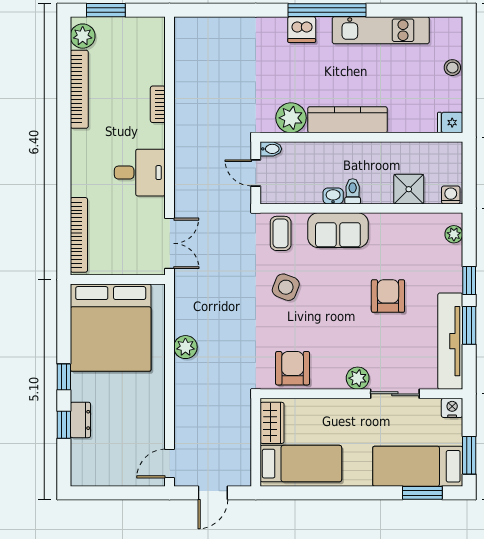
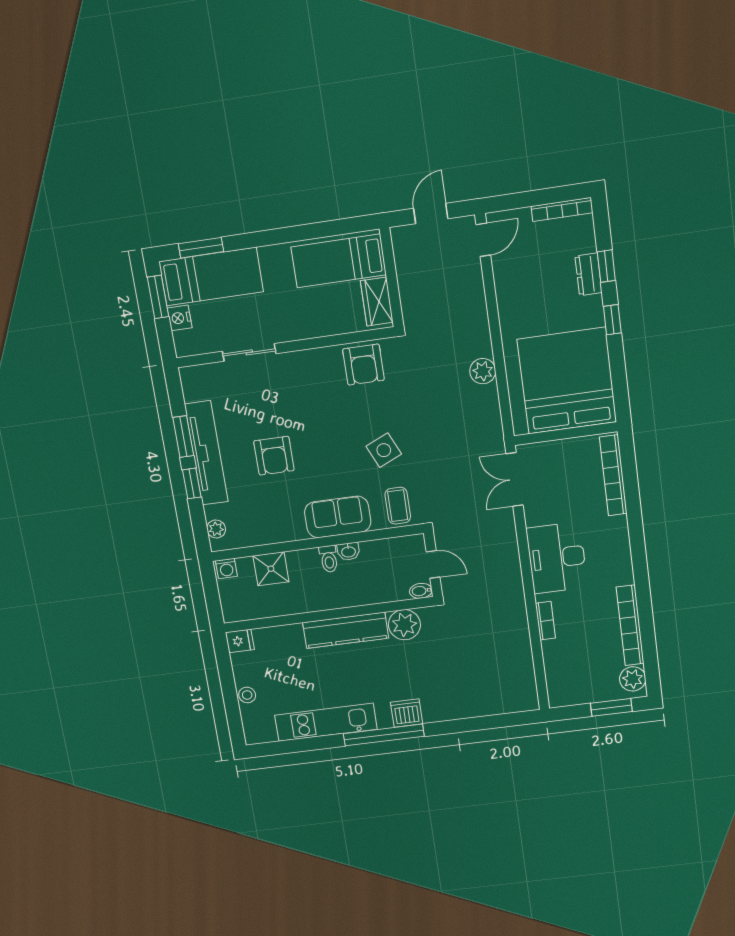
desk: (140, 173) -> (557, 558), width x1.37
side table: (286, 287) -> (384, 450), turned 45
tv unit: (450, 341) -> (206, 453), moved
plant: (358, 378) -> (292, 364), removed
nightstand: (452, 408) -> (180, 318), moved, turned 90
bookcase: (97, 480) -> (562, 209), added

